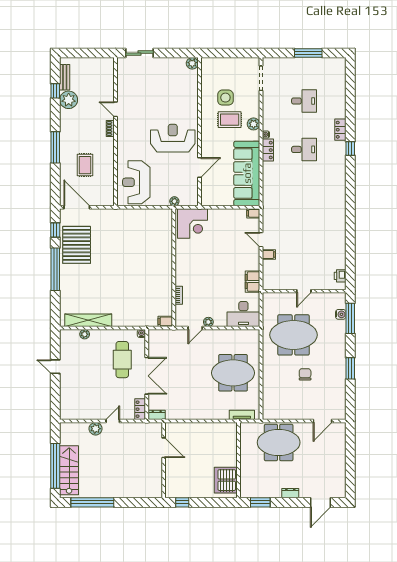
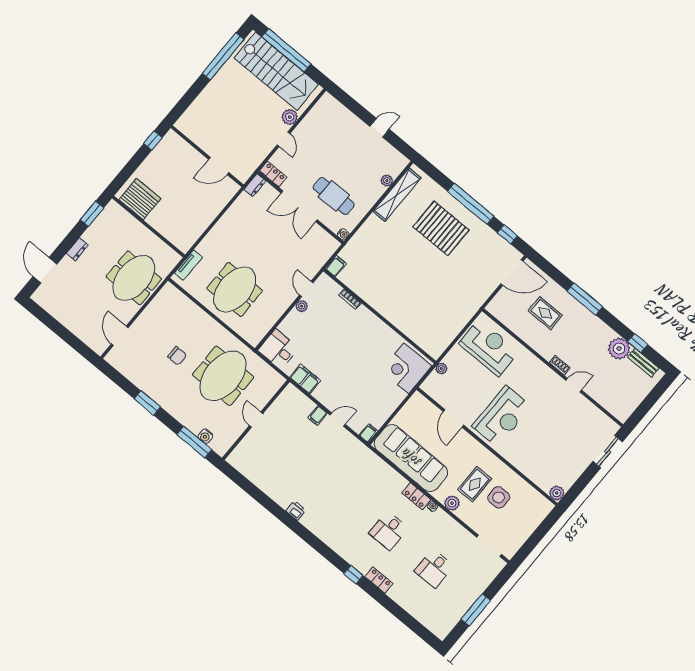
pallet: (77, 245) -> (441, 228), moved
printer: (340, 276) -> (296, 510), moved
desk: (243, 314) -> (278, 349), width x0.73
stairs: (69, 470) -> (276, 71), width x1.36, depth x1.51

